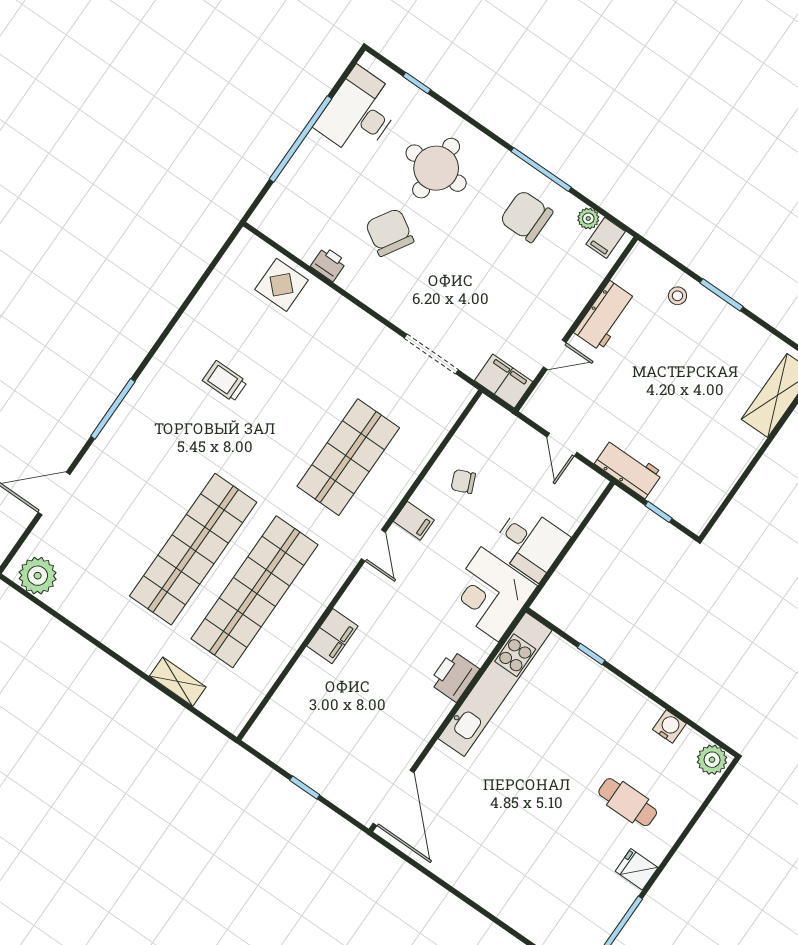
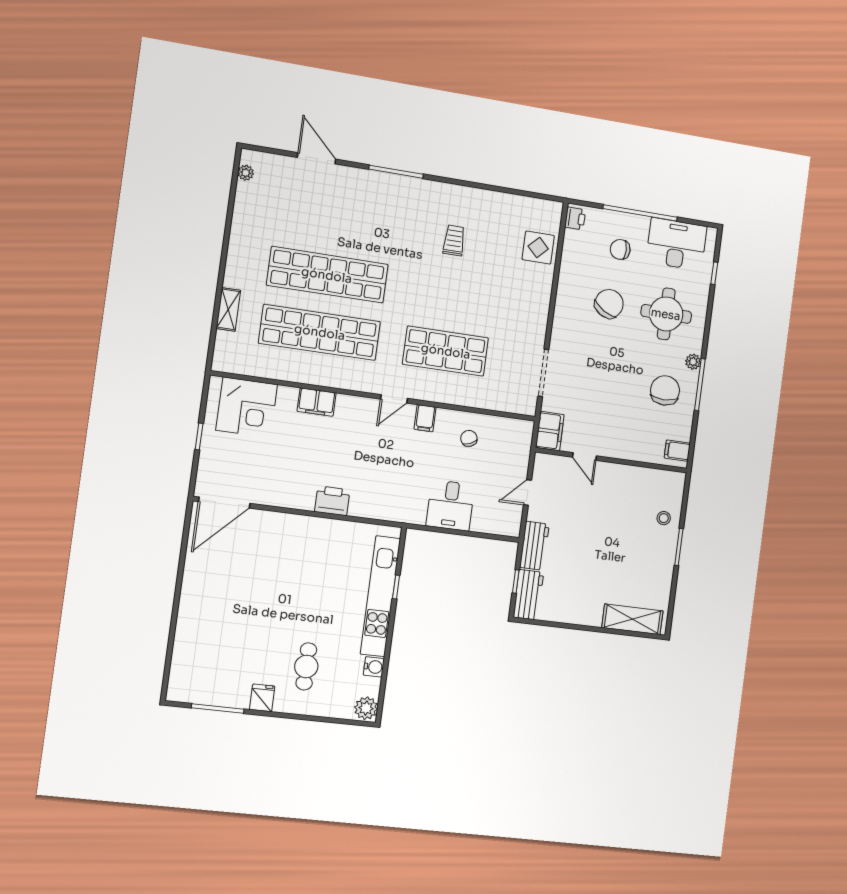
chair: (332, 186) -> (620, 249), added
plant: (588, 218) -> (693, 362), moved
printer: (329, 264) -> (575, 218), moved
workbench: (605, 316) -> (528, 595), moved, turned -90
plant: (38, 576) -> (246, 173), width x0.53, depth x0.53
corner desk: (490, 594) -> (247, 407), moved, turned 180
kitchen unit: (495, 684) -> (380, 596), moved, turned 90

